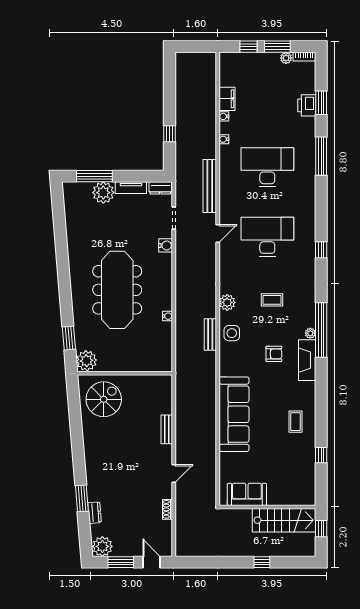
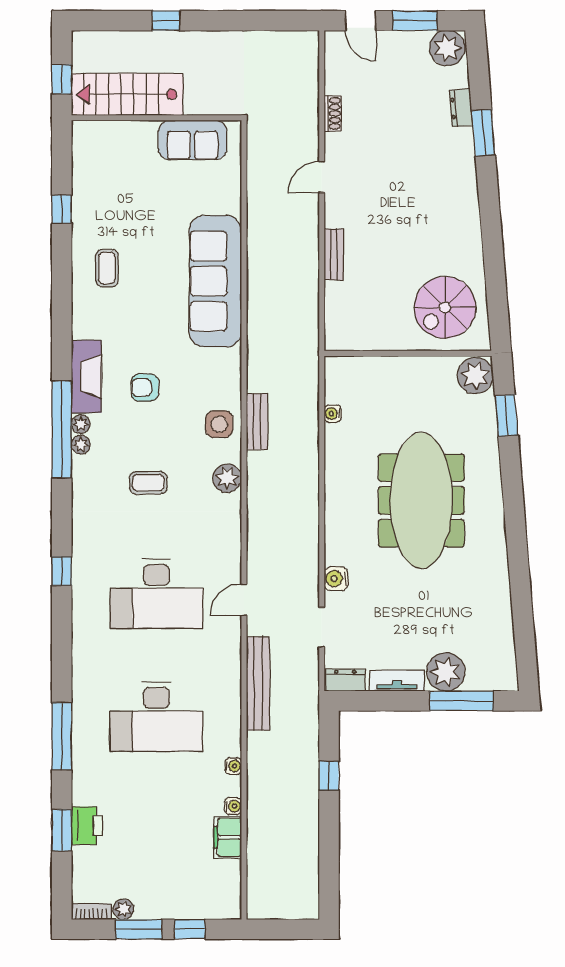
water cooler: (167, 316) -> (333, 414), moved
plant: (310, 322) -> (81, 445), added

